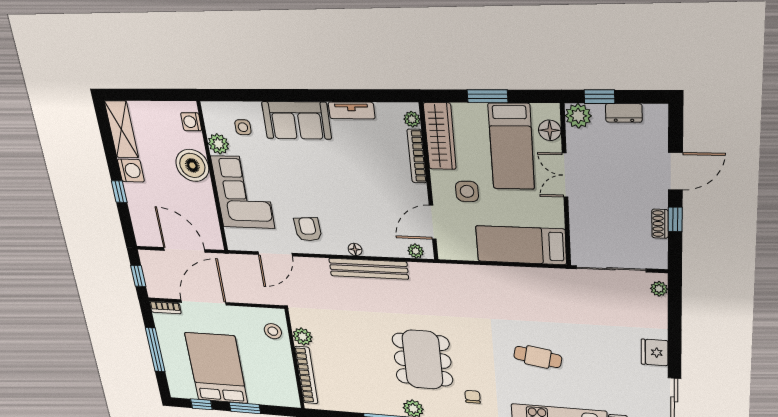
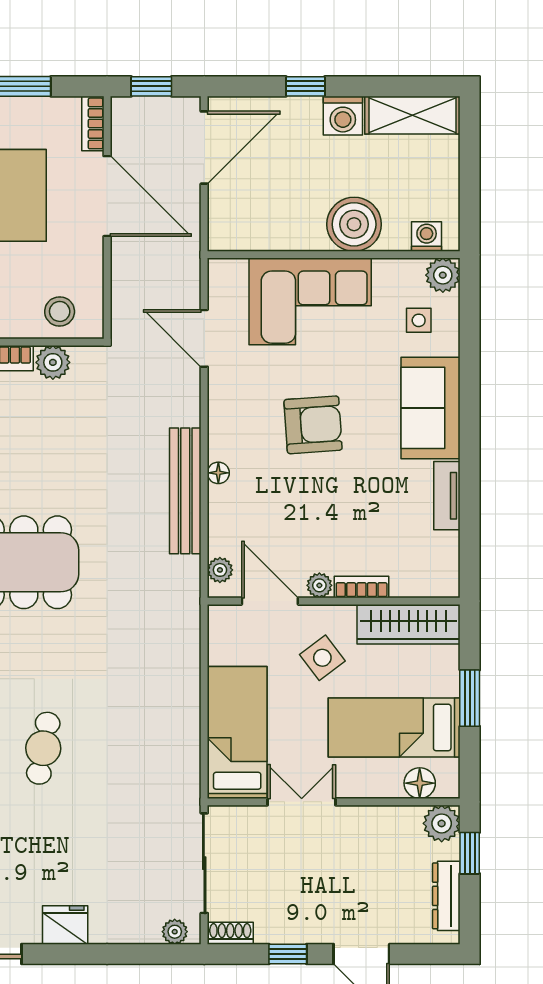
dresser: (624, 113) -> (446, 896), width x1.44
plant: (412, 119) -> (319, 585), moved
plant: (218, 144) -> (443, 275), moved
bookcase: (417, 156) -> (362, 587), width x0.64
double door: (565, 175) -> (302, 802), moved
side table: (467, 191) -> (322, 658), turned -37
shoe rack: (660, 224) -> (230, 933), moved
armchair: (308, 229) -> (313, 425), moved, width x1.38, depth x1.38
door: (184, 250) -> (204, 148), moved

